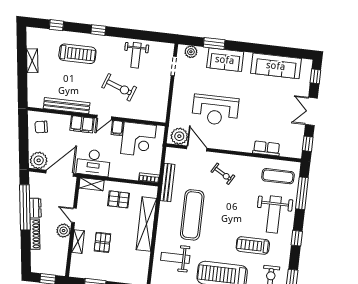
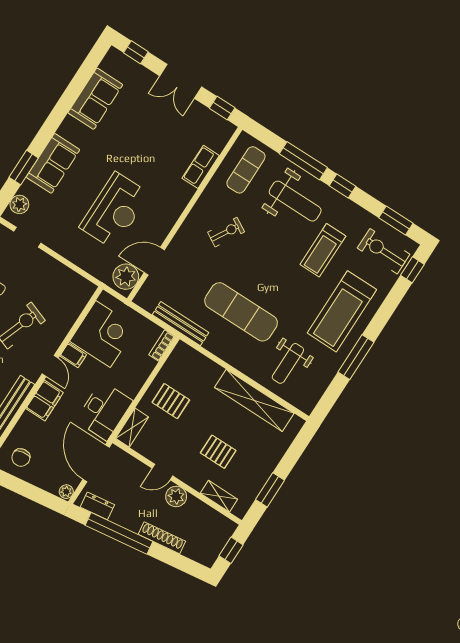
sofa: (276, 66) -> (95, 99), width x0.73
plant: (39, 160) -> (66, 492), width x0.53, depth x0.53
exercise bike: (223, 174) -> (226, 232), moved
window: (302, 193) -> (303, 161), moved
pallet: (119, 199) -> (171, 401), turned 90
dresser: (35, 208) -> (97, 506), moved
shelving: (146, 224) -> (254, 400), moved
shelving: (78, 242) -> (219, 496), moved

